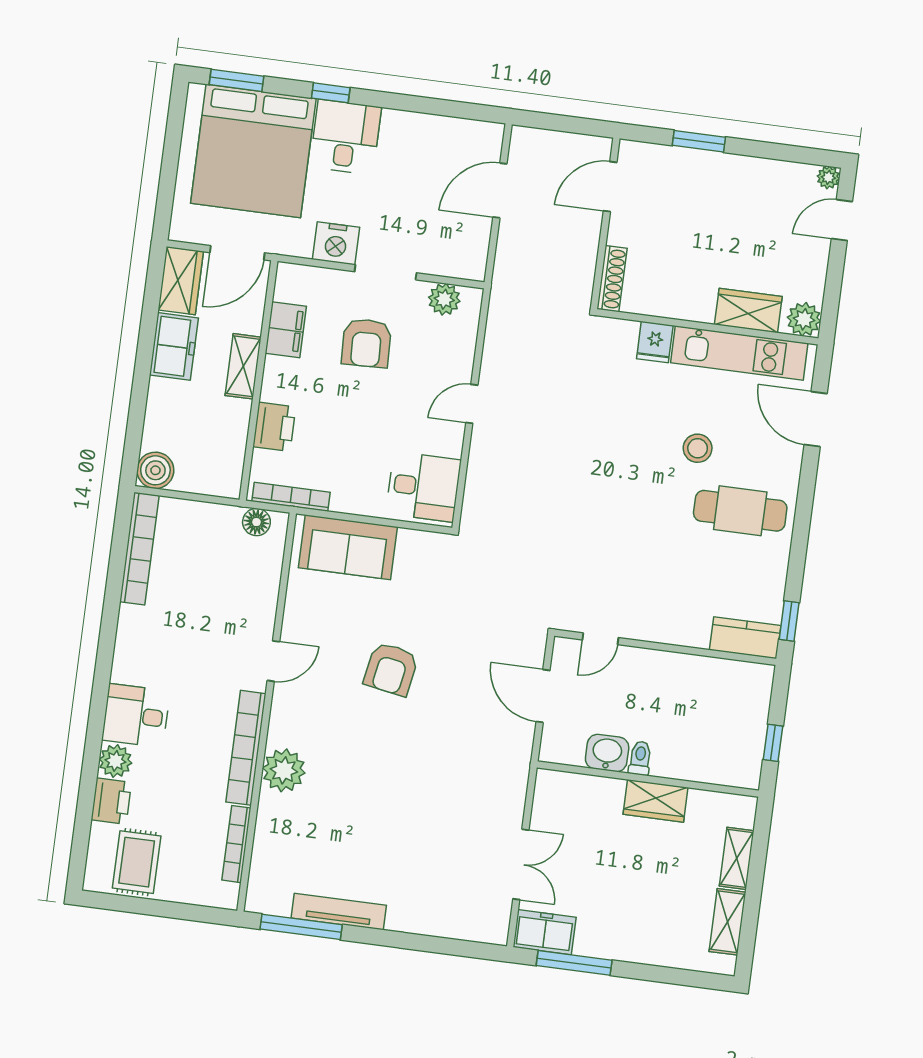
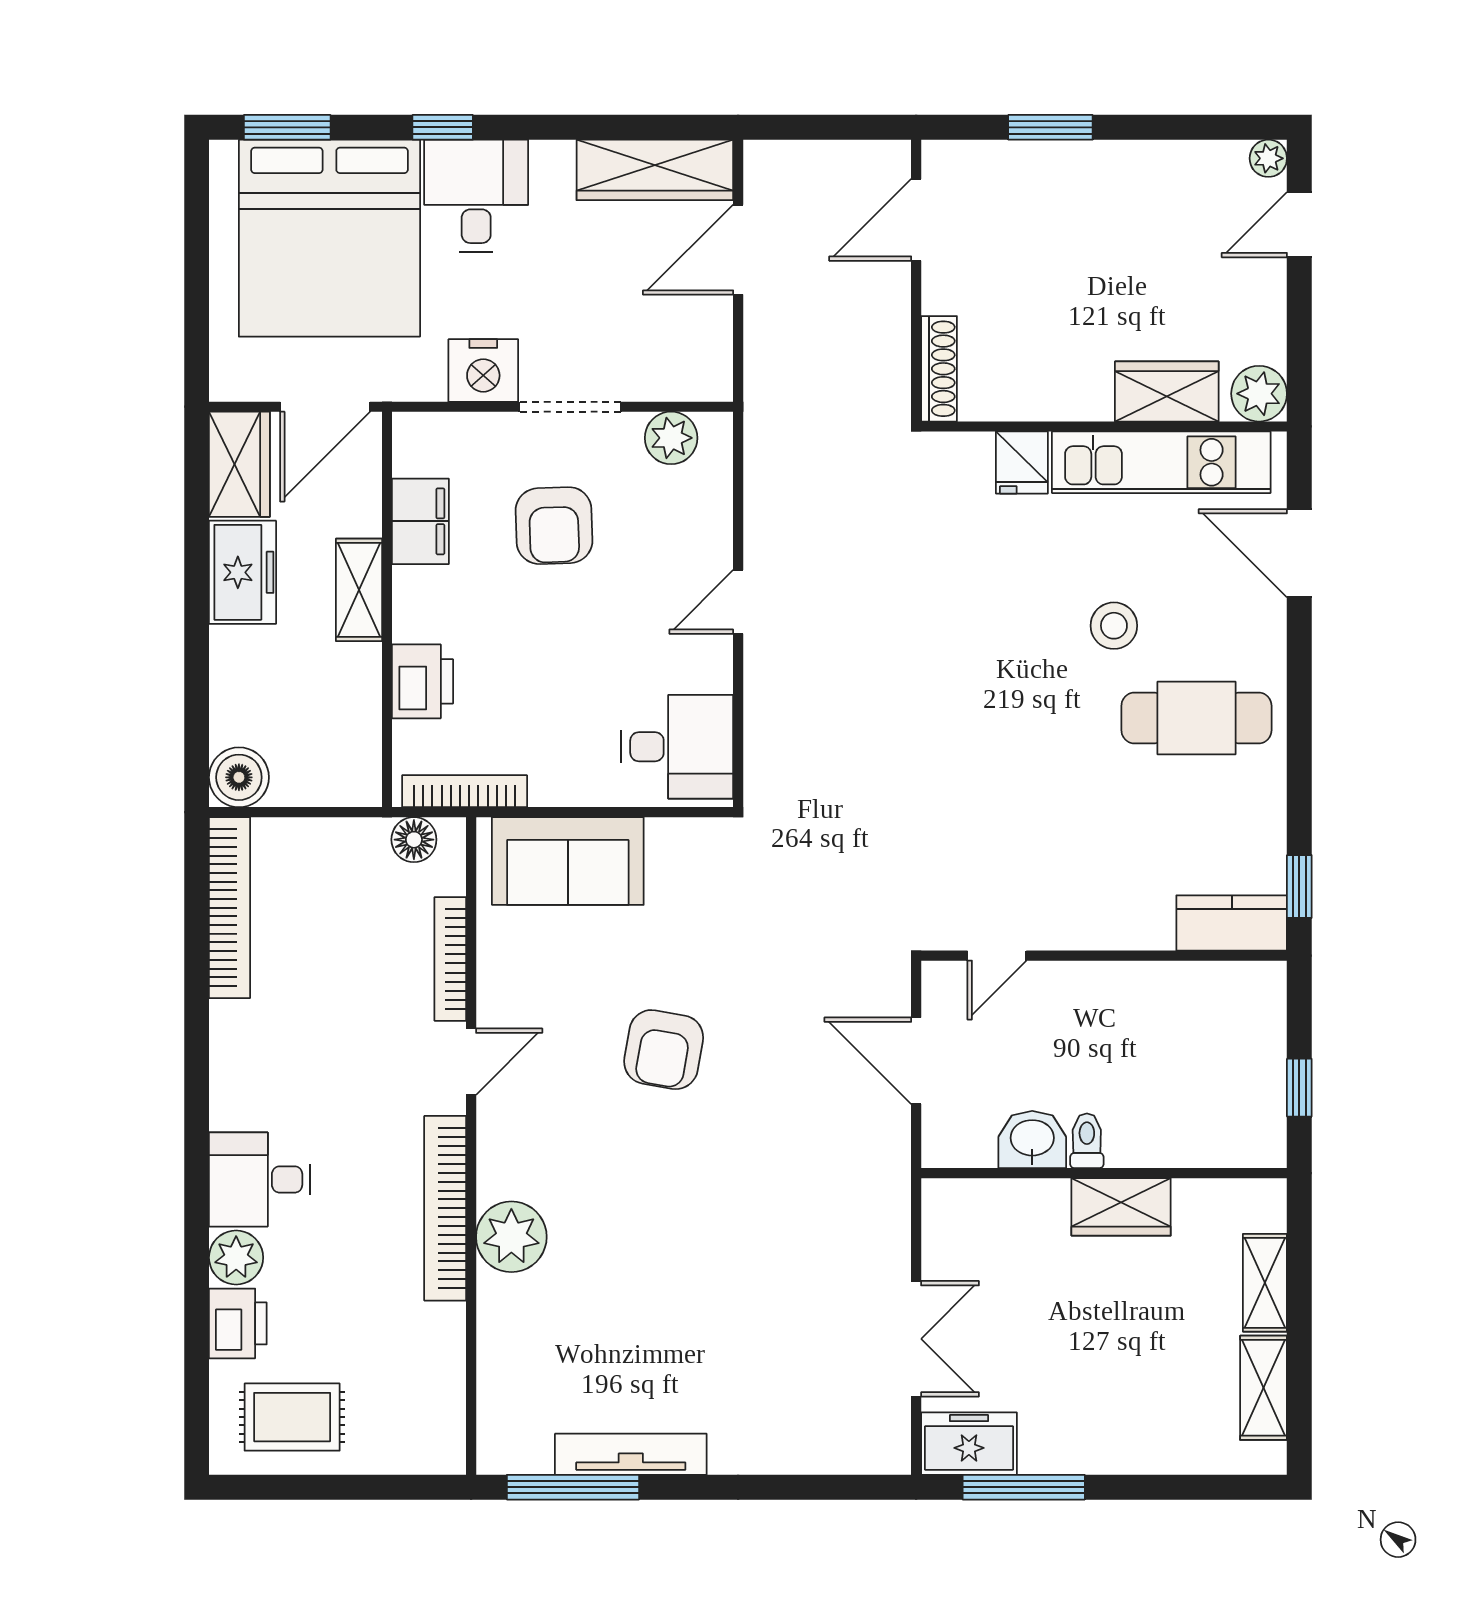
wardrobe: (456, 136) -> (655, 170), added
bookcase: (236, 844) -> (450, 959), moved
rug: (137, 862) -> (292, 1417), turned 90

